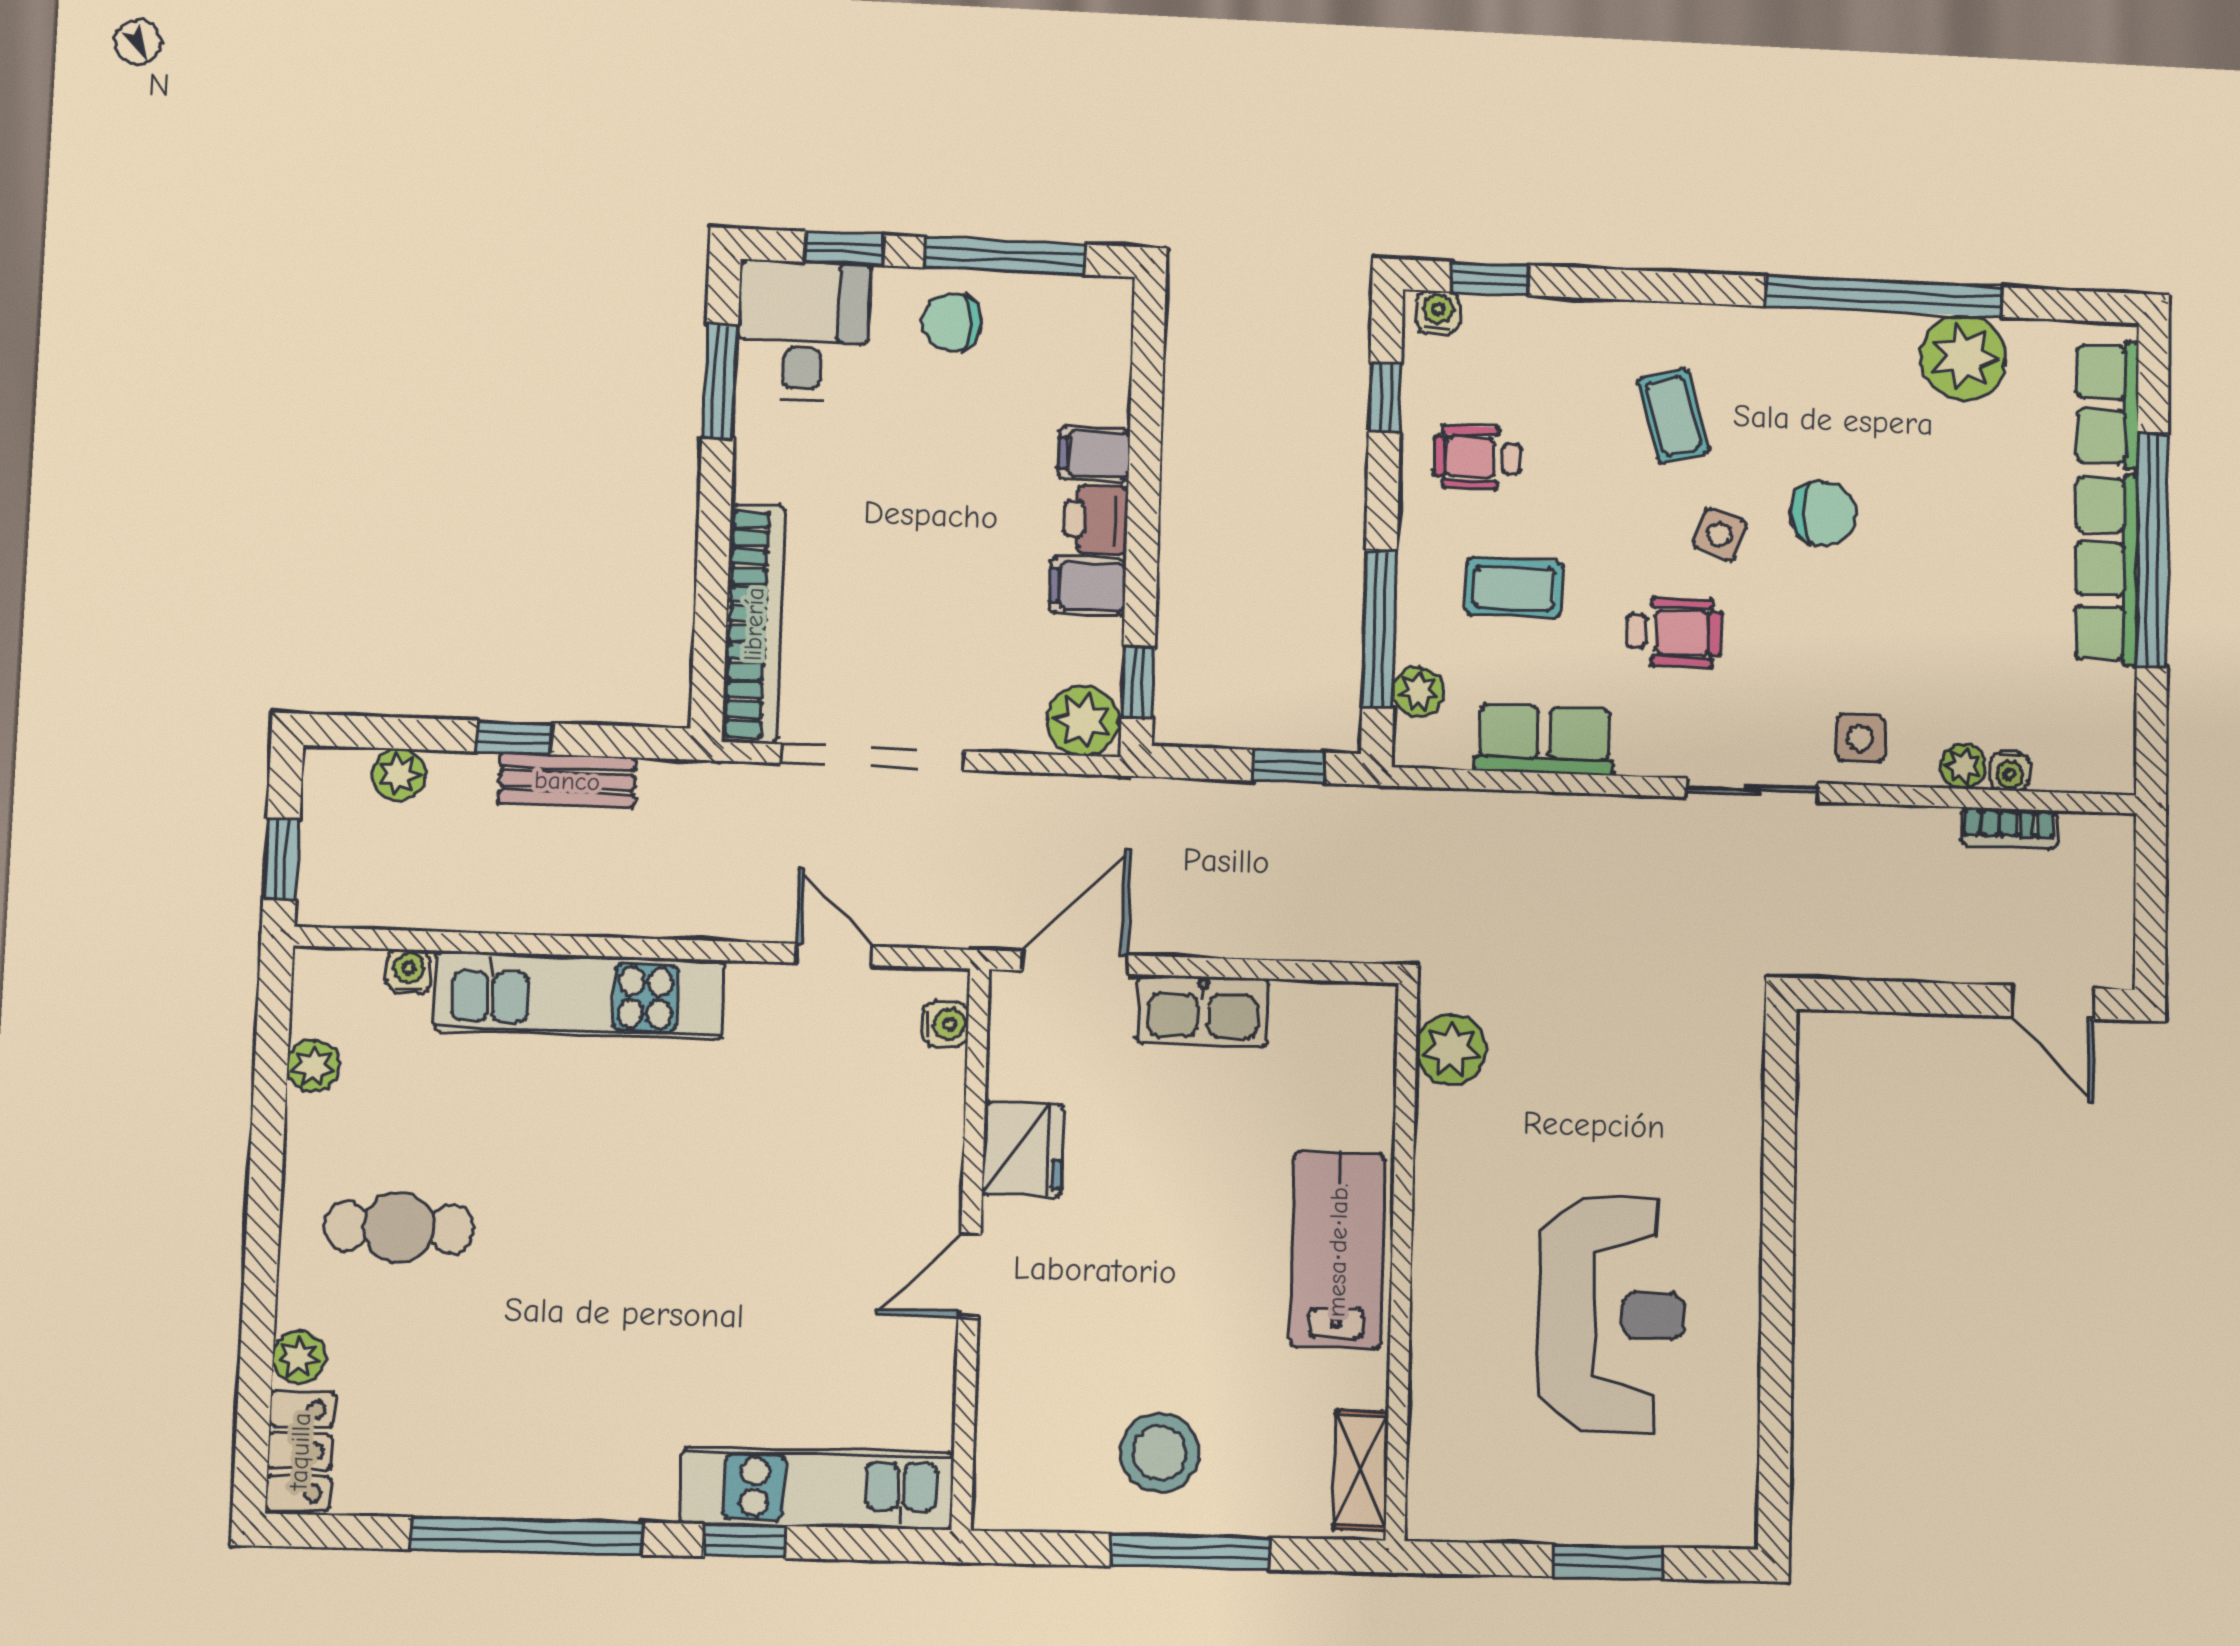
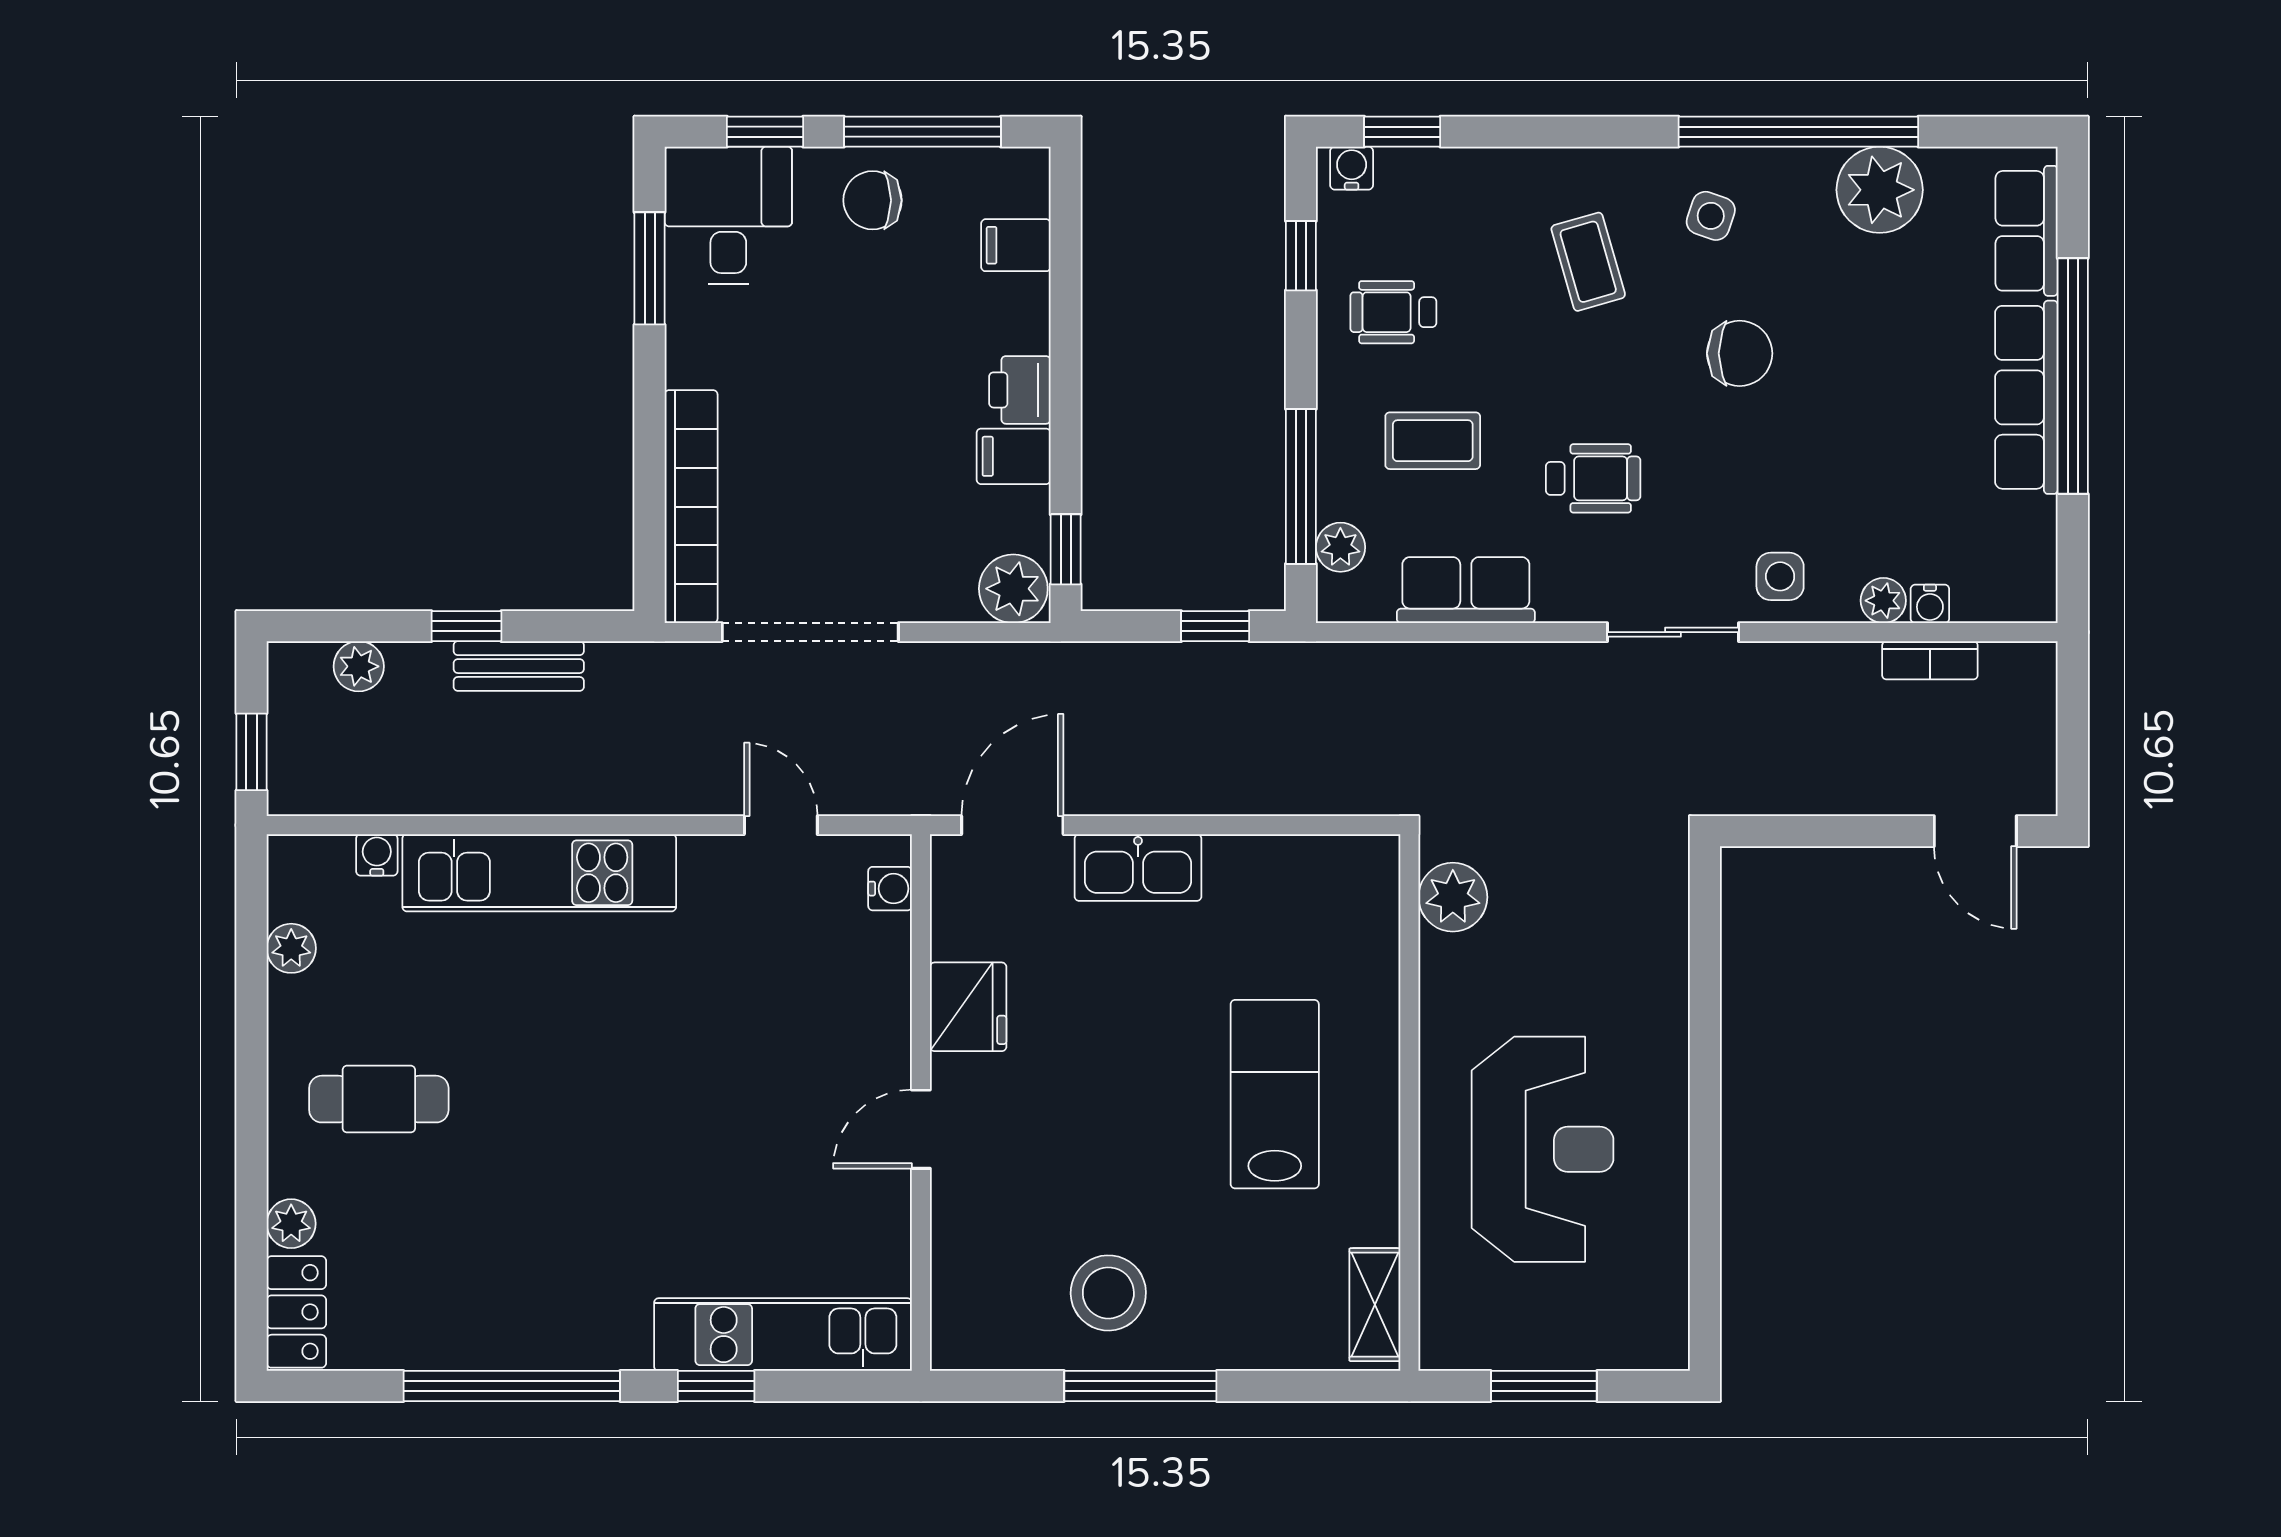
filing cabinet: (1094, 454) -> (1016, 245), moved
side table: (1719, 534) -> (1711, 216), moved
plant: (1451, 1049) -> (1453, 897), moved
wall: (1402, 1260) -> (1409, 1103), moved
shelving: (1361, 1470) -> (1375, 1305), moved

